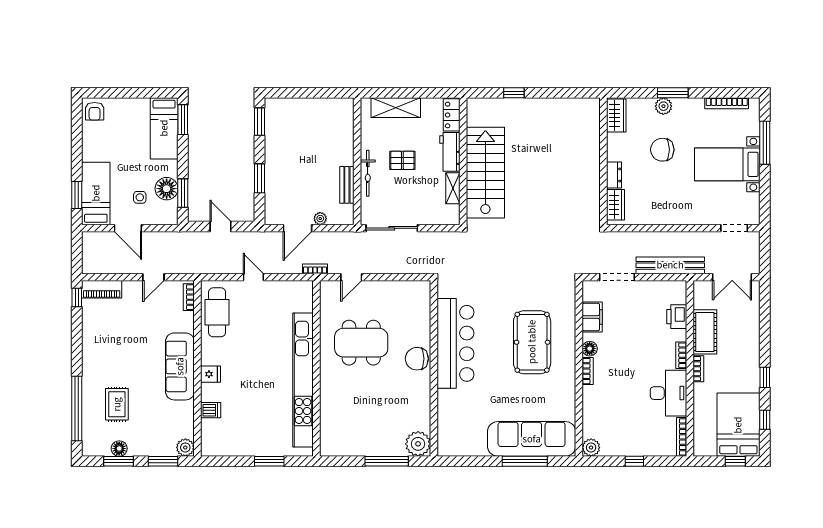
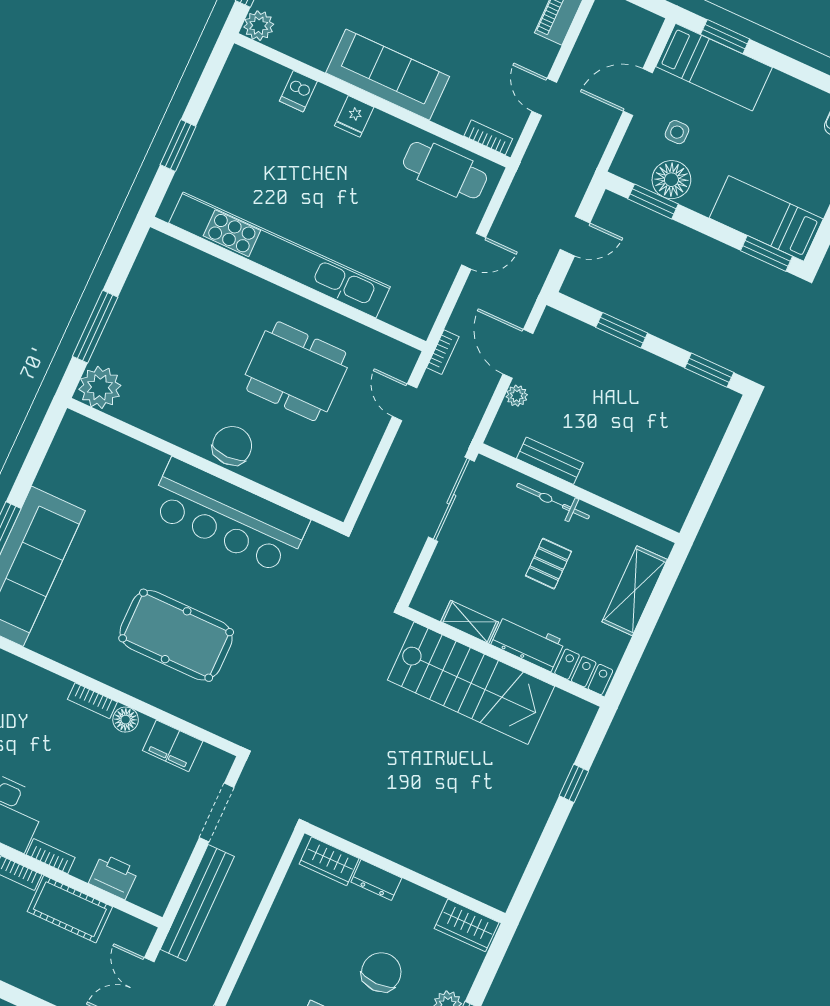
dining table: (361, 343) -> (296, 371), turned 90

